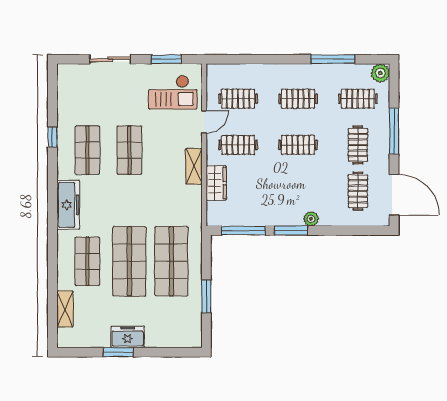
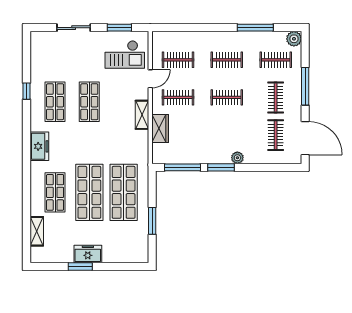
freezer: (68, 205) -> (39, 146), width x0.71

